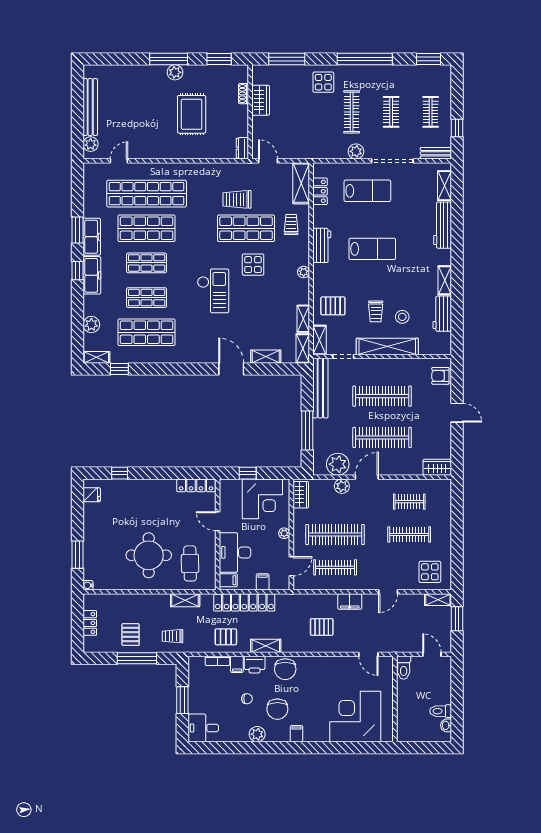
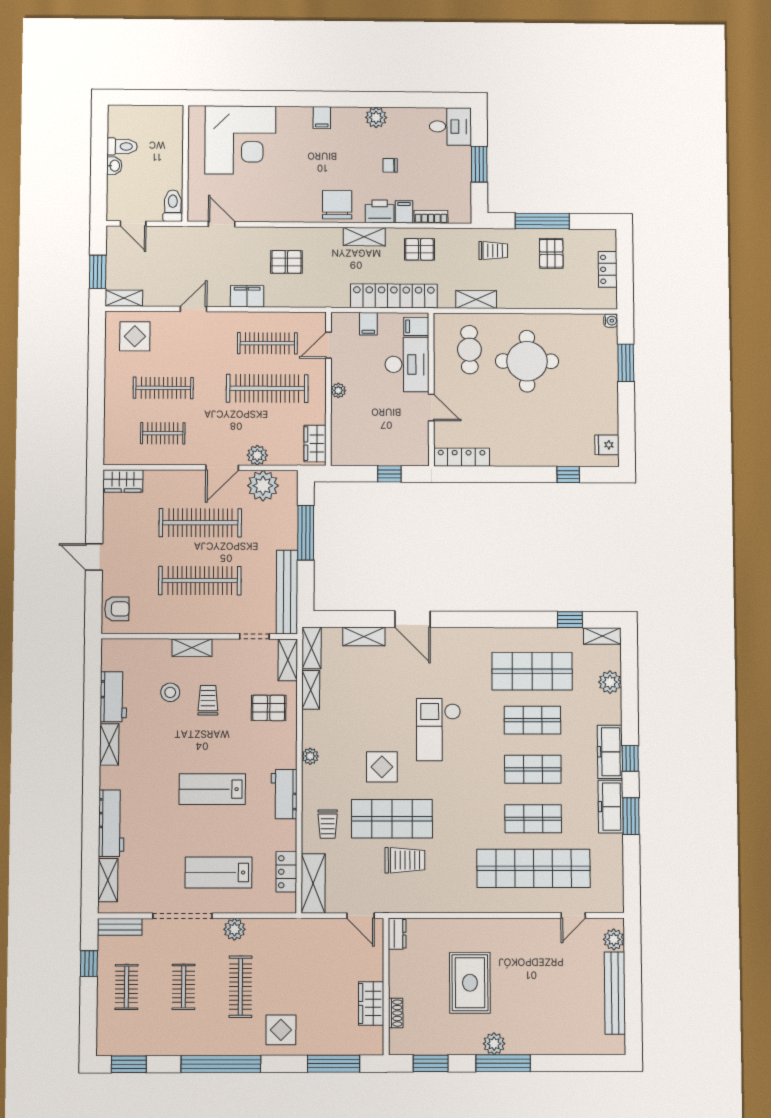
shop shelf: (147, 228) -> (533, 819), width x0.70, depth x0.74
shelving: (387, 346) -> (192, 648), width x0.45, depth x0.75
corner desk: (262, 499) -> (369, 438), removed
chair: (277, 709) -> (348, 151), removed
washbasin: (446, 725) -> (114, 166), moved

